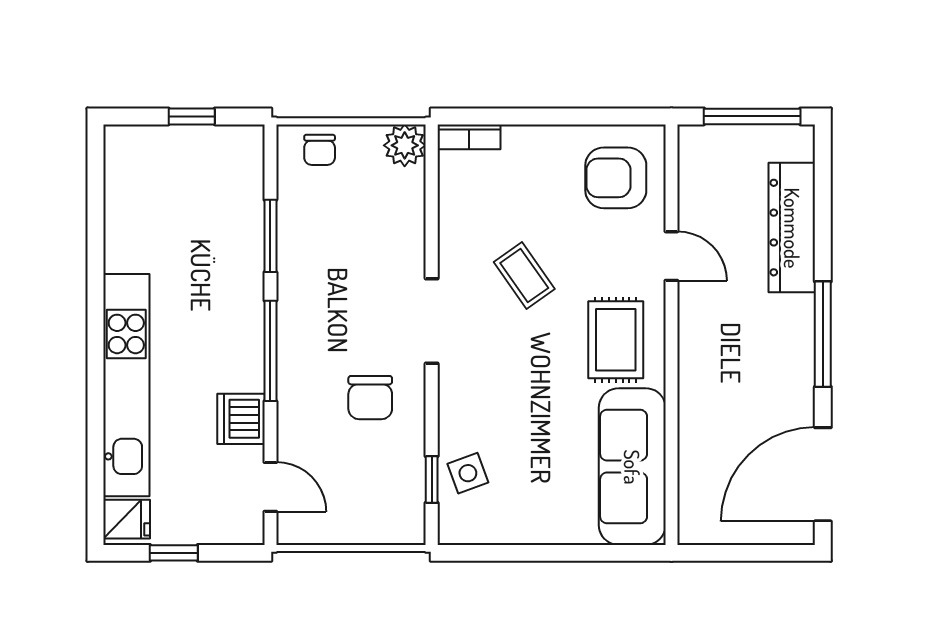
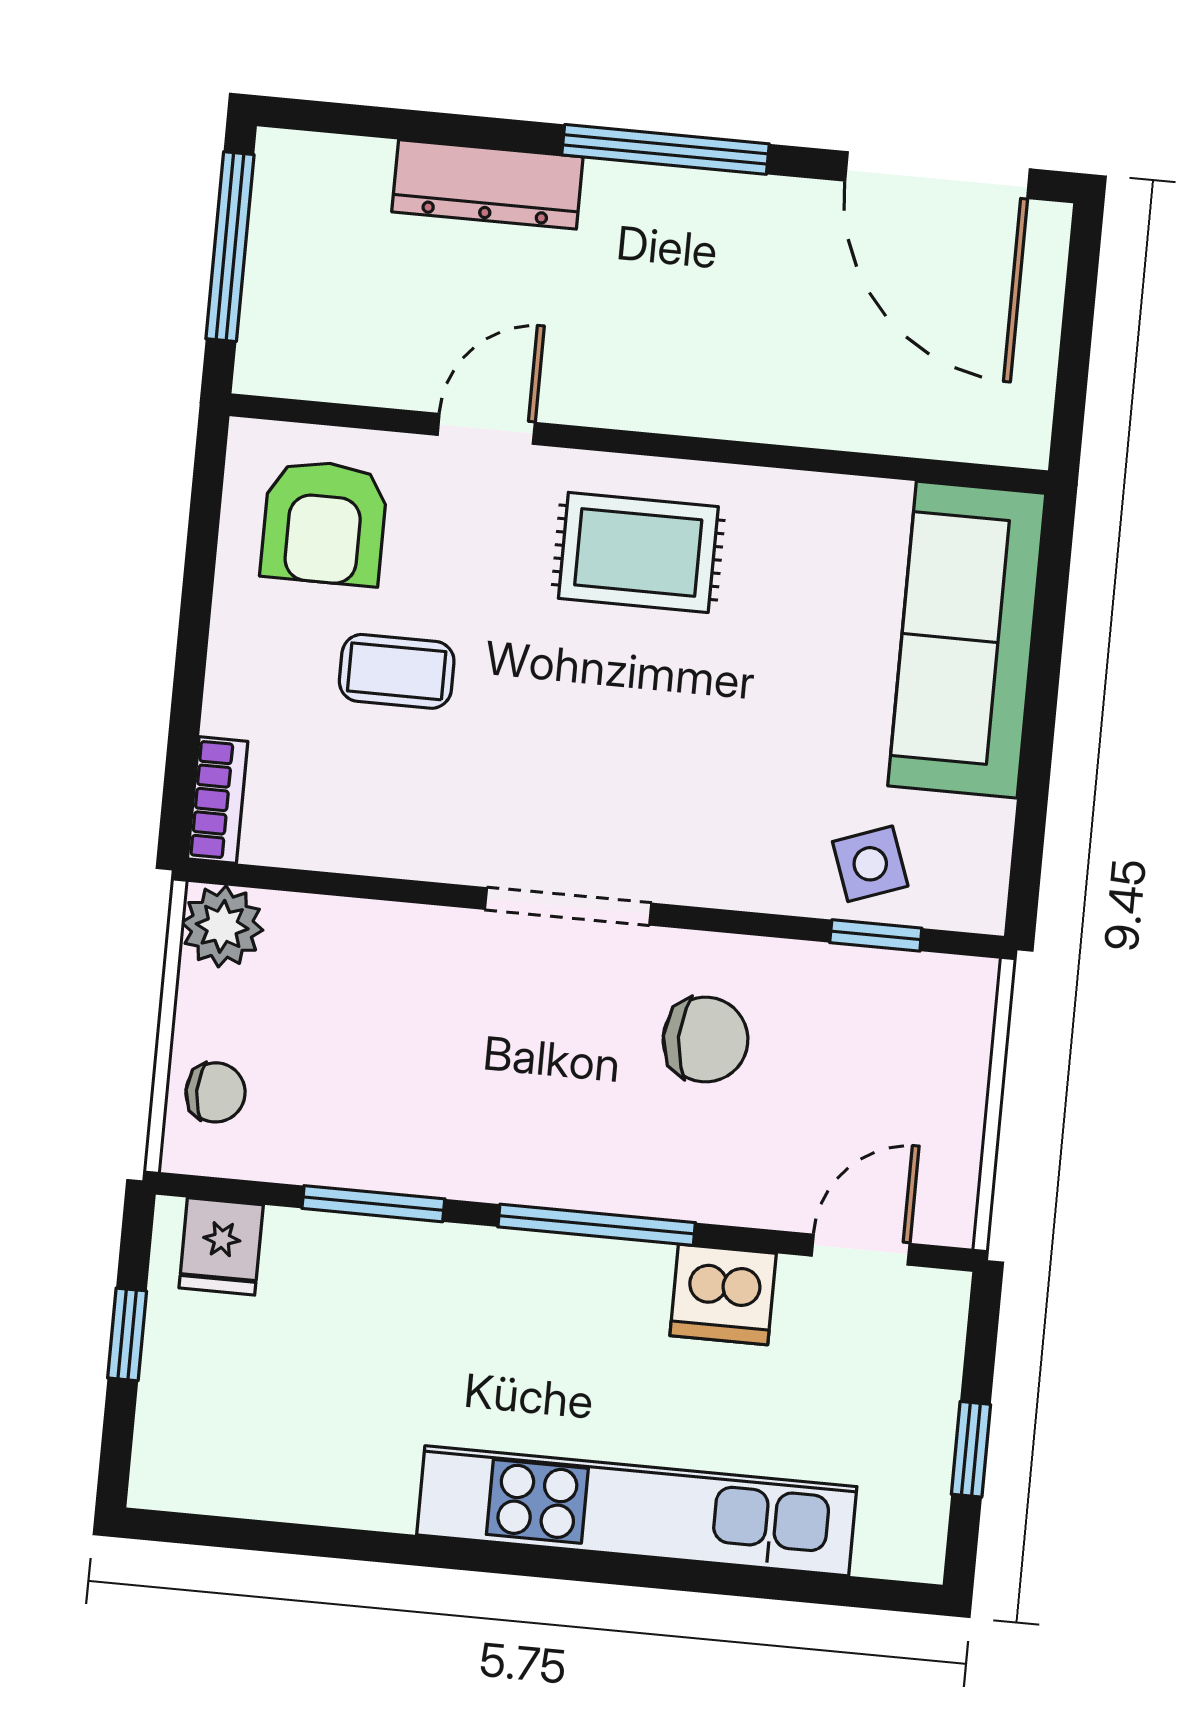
dresser: (792, 228) -> (487, 184), width x0.73, depth x0.80
coffee table: (524, 275) -> (397, 671), moved, turned 35
sofa: (632, 467) -> (967, 640), moved, turned 90
fridge: (127, 519) -> (221, 1246), moved, turned 180

